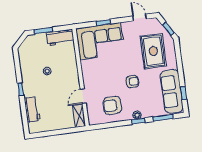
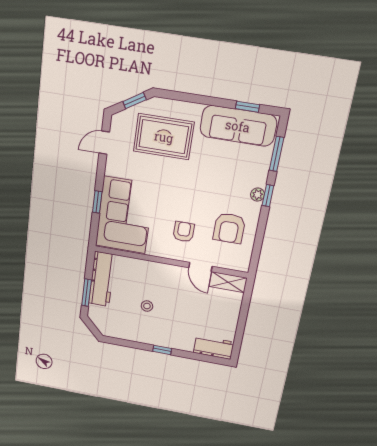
workbench: (60, 37) -> (102, 279), width x1.38
armchair: (132, 82) -> (184, 232), moved
workbench: (32, 109) -> (214, 347), moved

